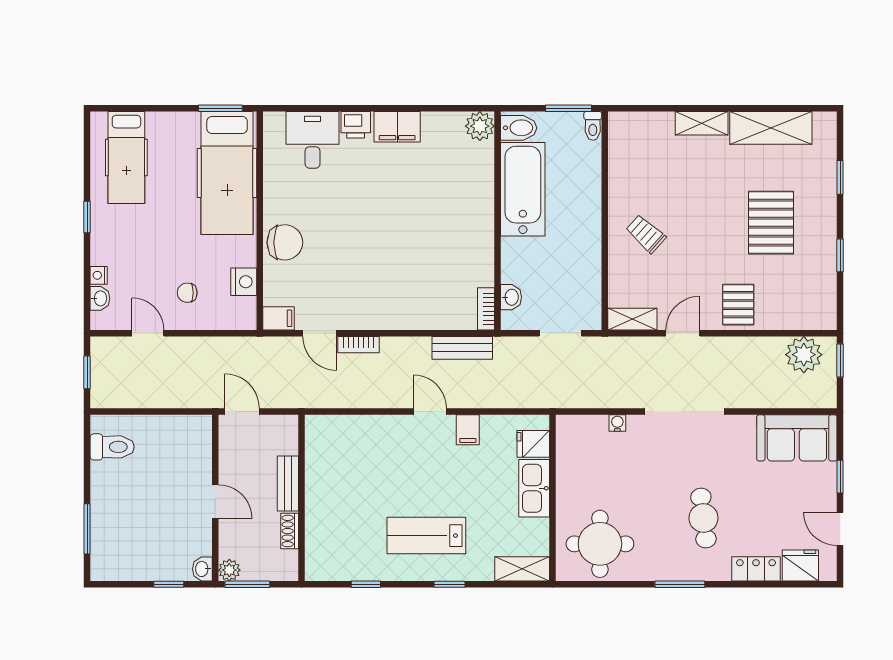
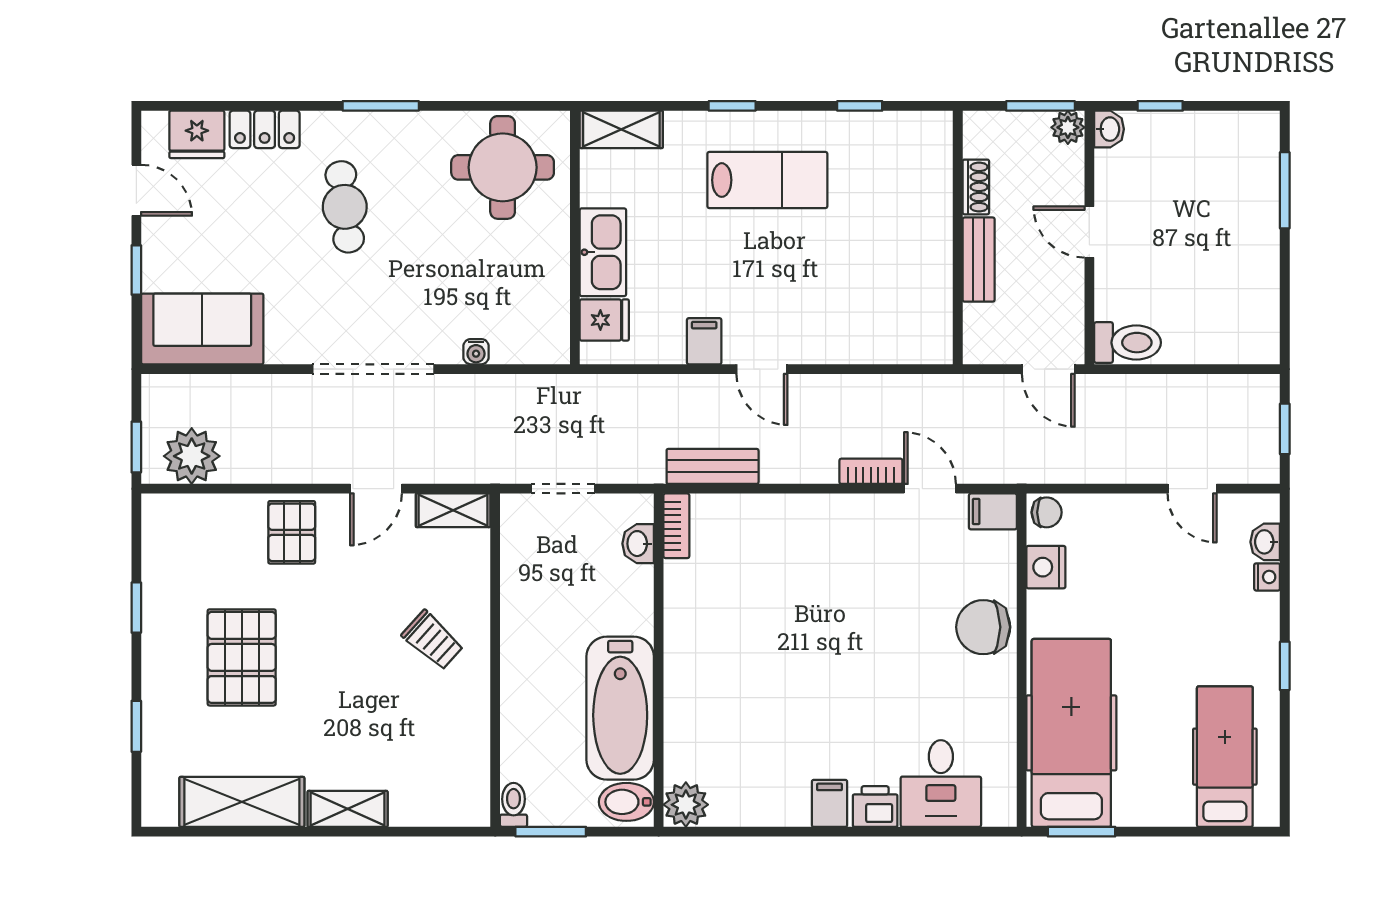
filing cabinet: (397, 127) -> (829, 803), width x0.50
chair: (187, 293) -> (1047, 512), moved
toilet: (112, 447) -> (1128, 343), moved, turned 180

